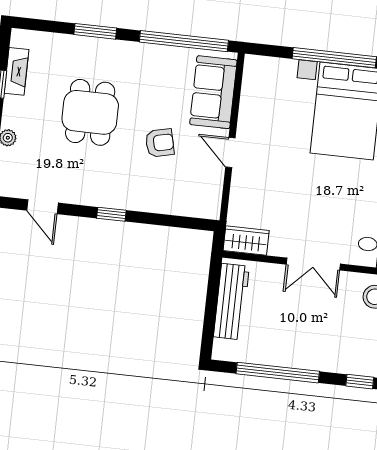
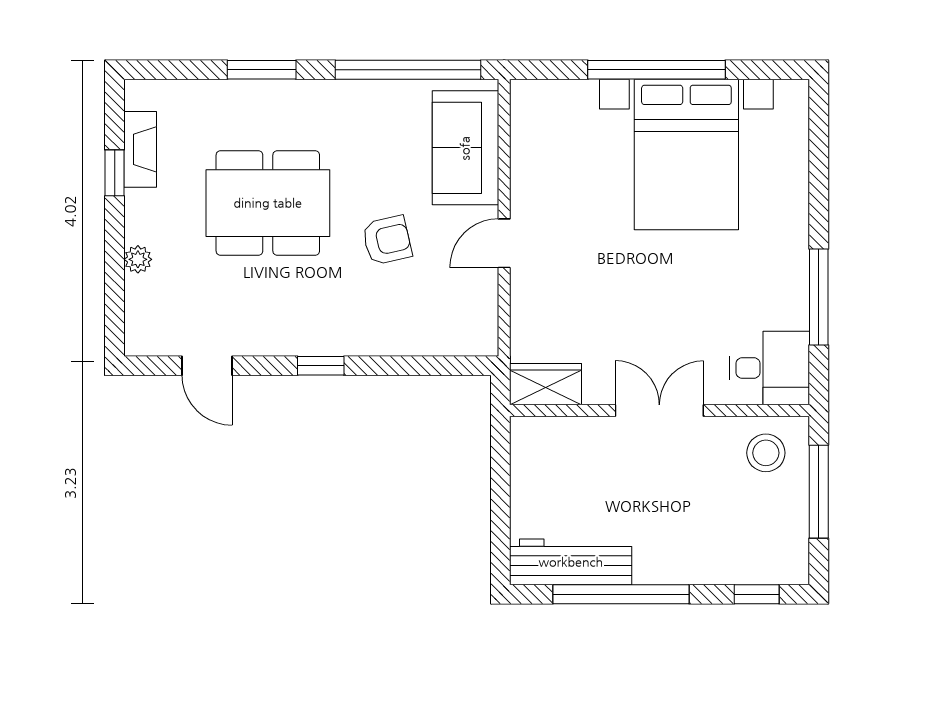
dining table: (90, 112) -> (268, 203), width x1.38
door: (230, 152) -> (504, 243), hinge flipped
double door: (313, 264) -> (659, 411), swing flipped
workbench: (231, 302) -> (571, 562), moved, turned -90

